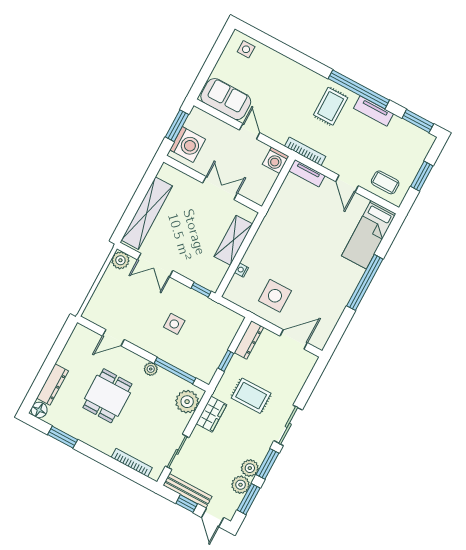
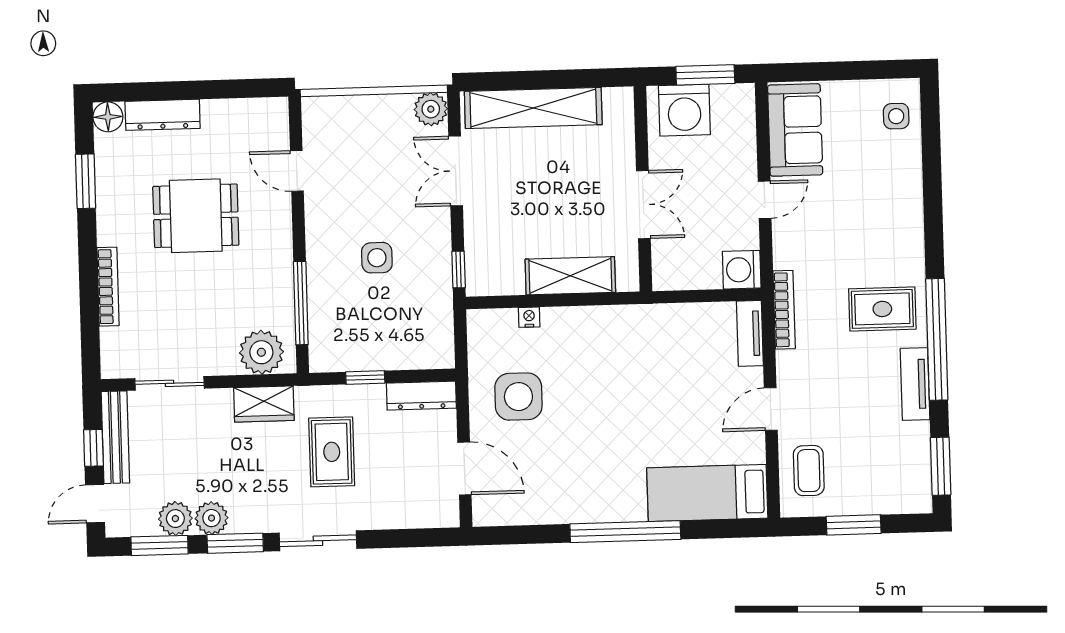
plant: (151, 369) -> (281, 262), removed
bookcase: (132, 463) -> (108, 287), moved

